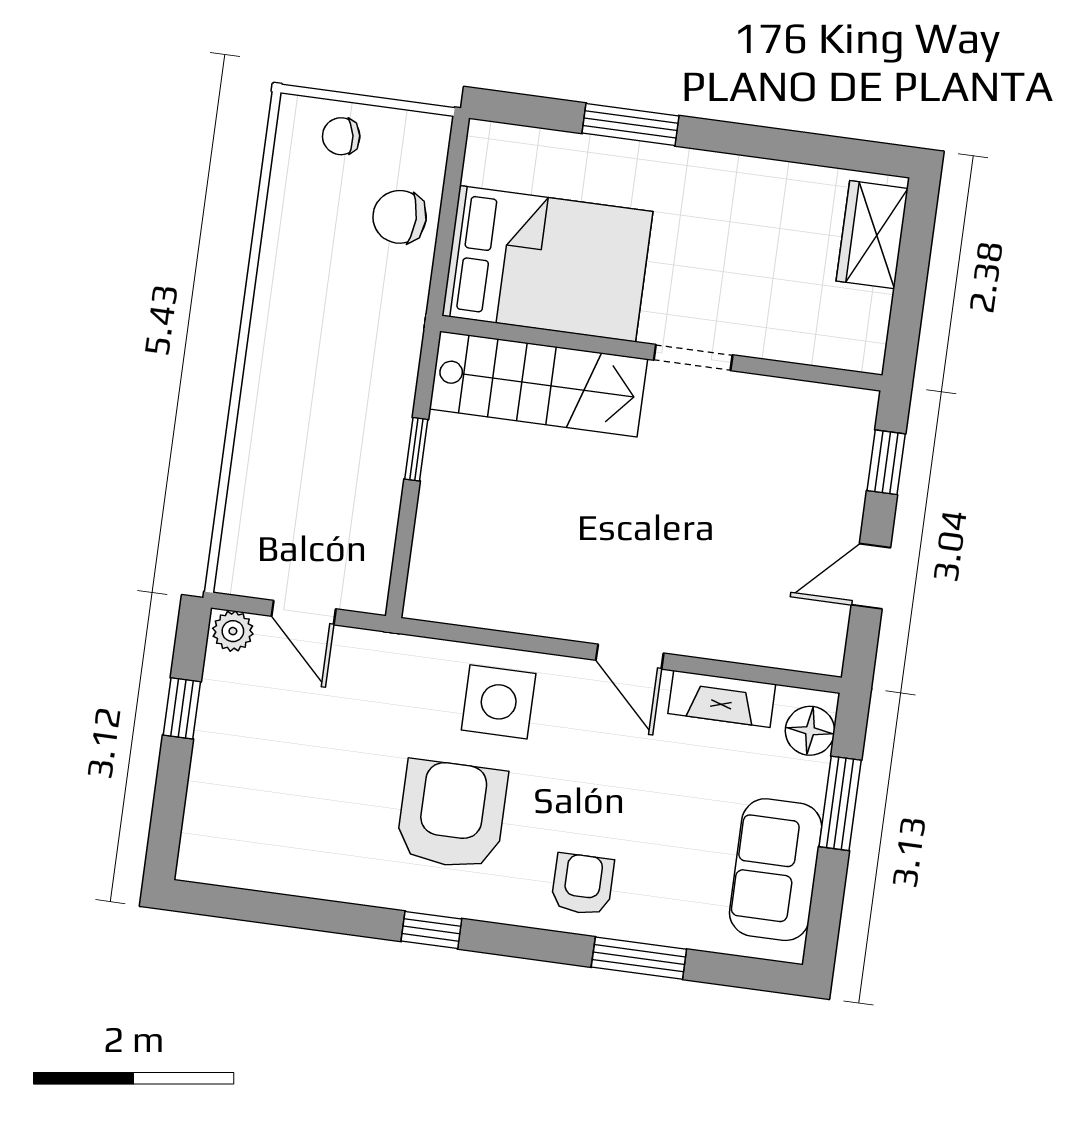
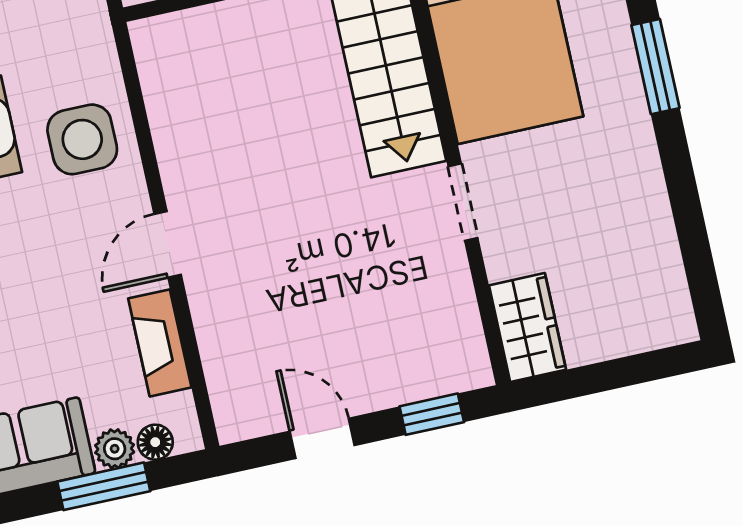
wardrobe: (872, 235) -> (527, 327), moved, turned 90
floor lamp: (810, 731) -> (155, 442), width x0.73, depth x0.73
plant: (808, 780) -> (115, 449), added

